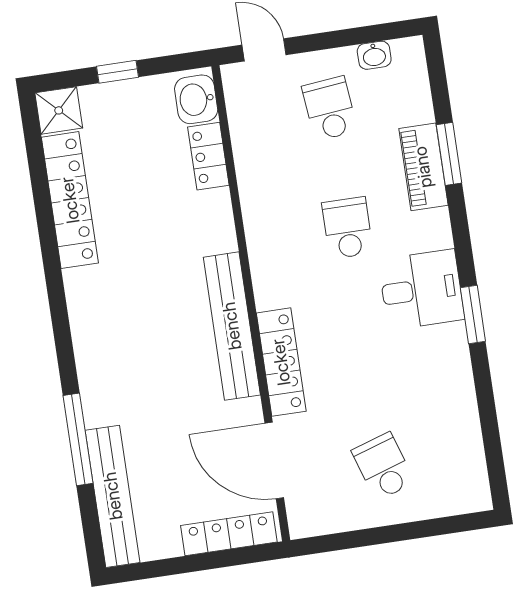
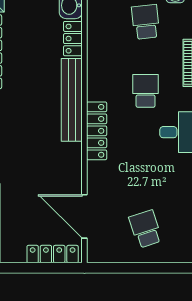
bench: (232, 326) -> (72, 100), moved
locker: (281, 362) -> (97, 131), moved

